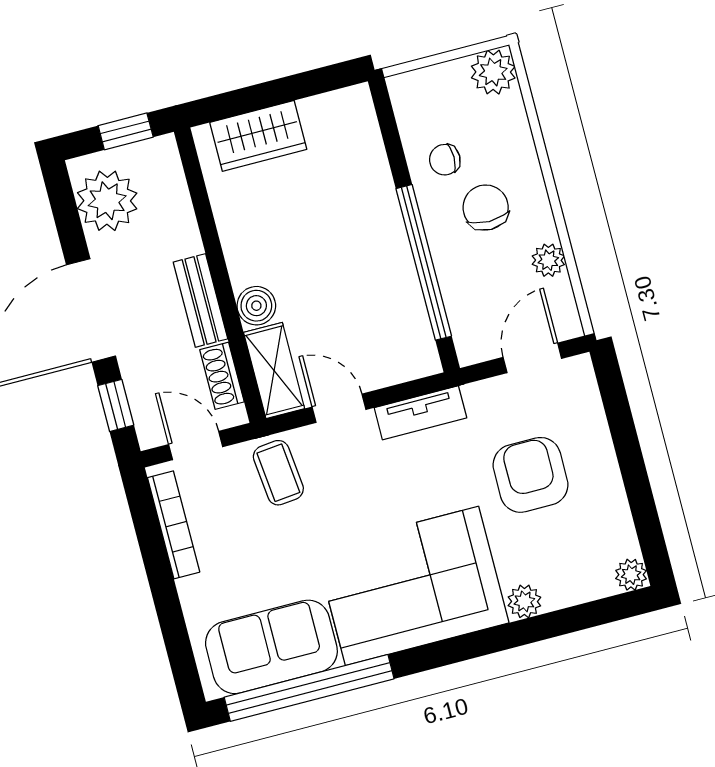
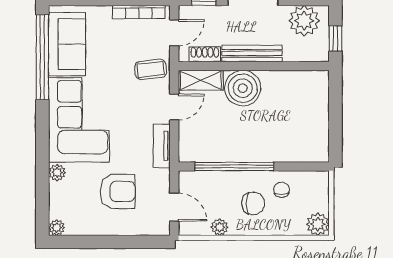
wardrobe: (258, 136) -> (316, 102), removed
bench: (200, 300) -> (252, 53), width x1.36
boiler: (256, 306) -> (243, 88), width x1.86, depth x1.86

